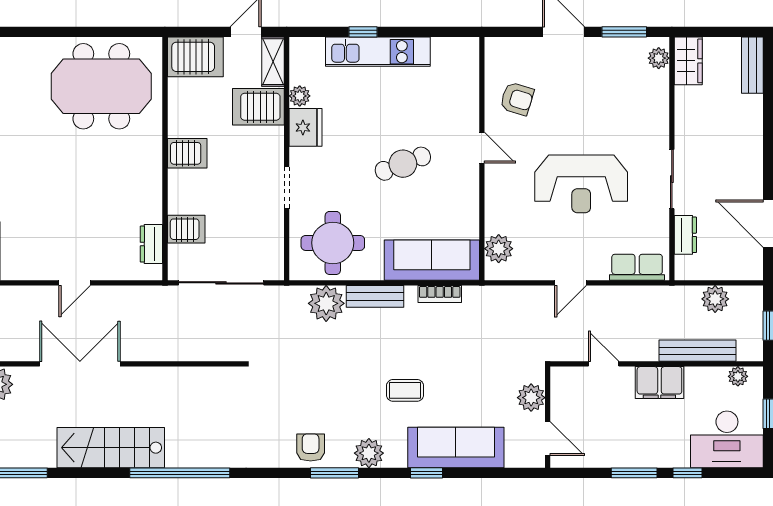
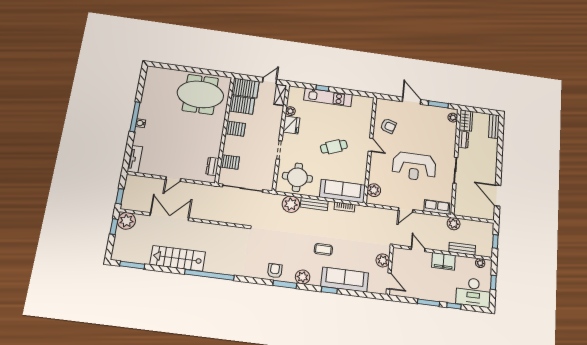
server rack: (258, 107) -> (242, 105), moved, turned 180
dresser: (685, 235) -> (463, 140), moved
plant: (715, 299) -> (454, 224), moved
bench: (697, 351) -> (462, 249), width x0.73

